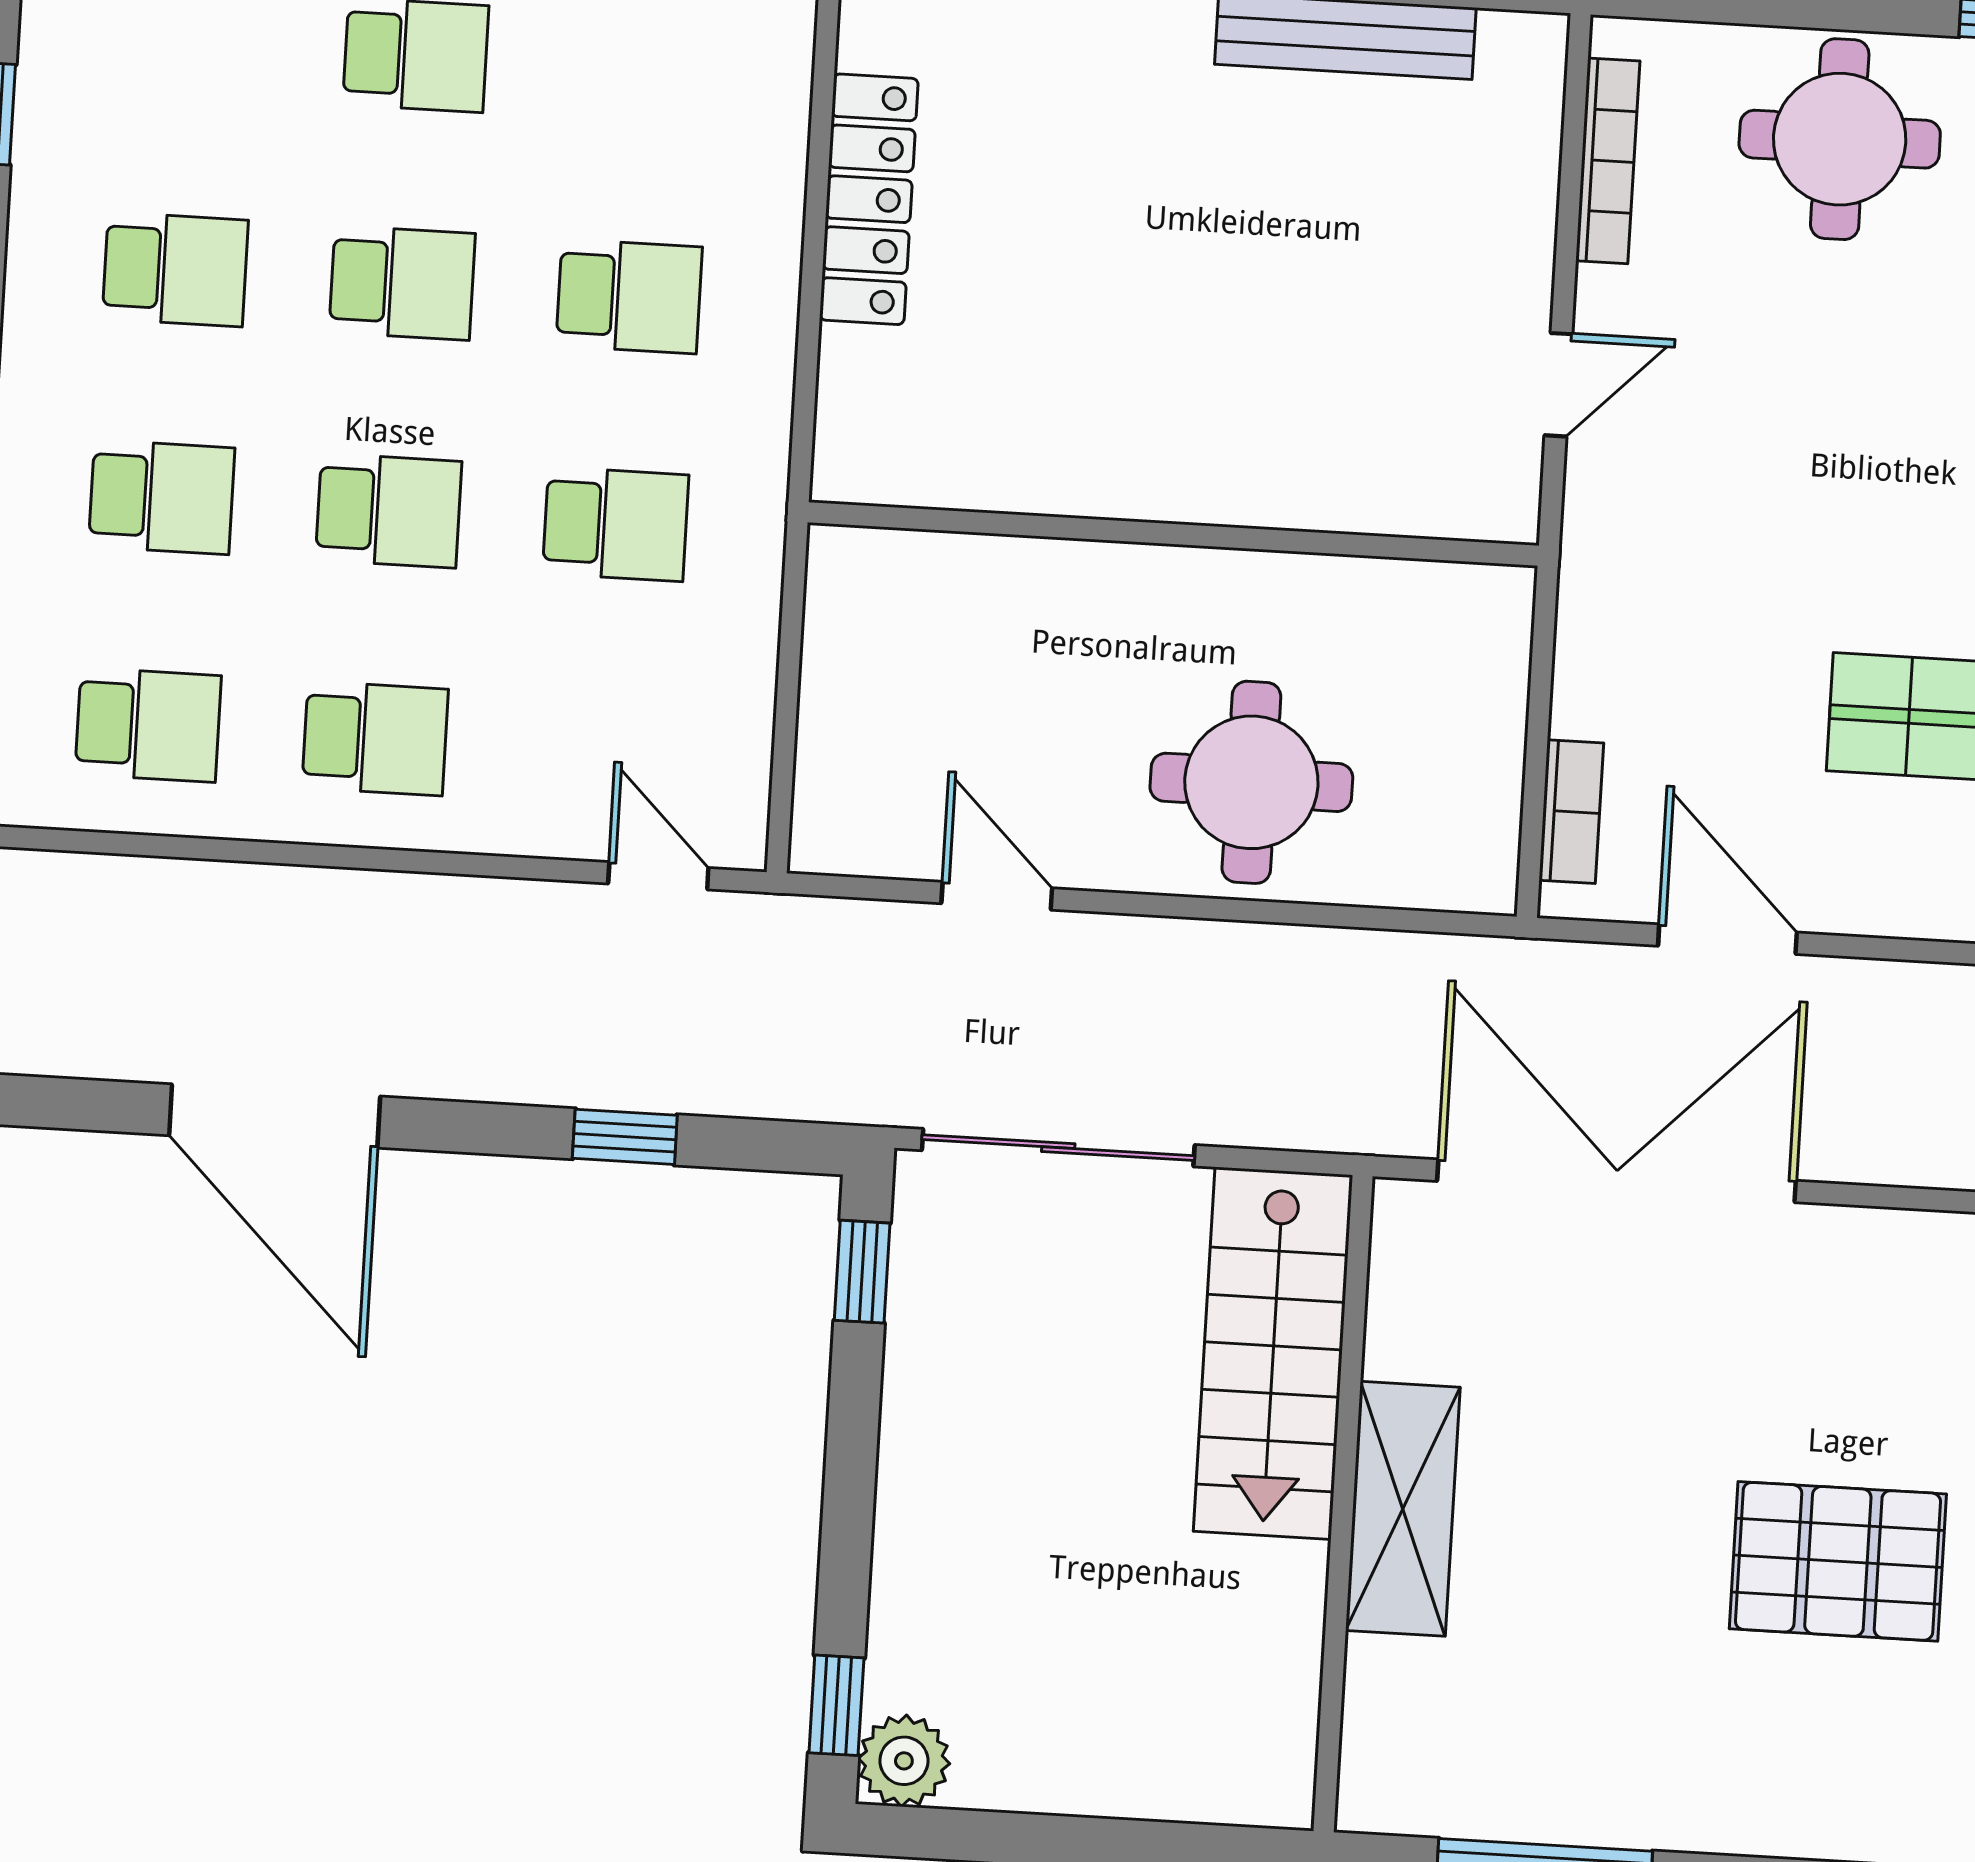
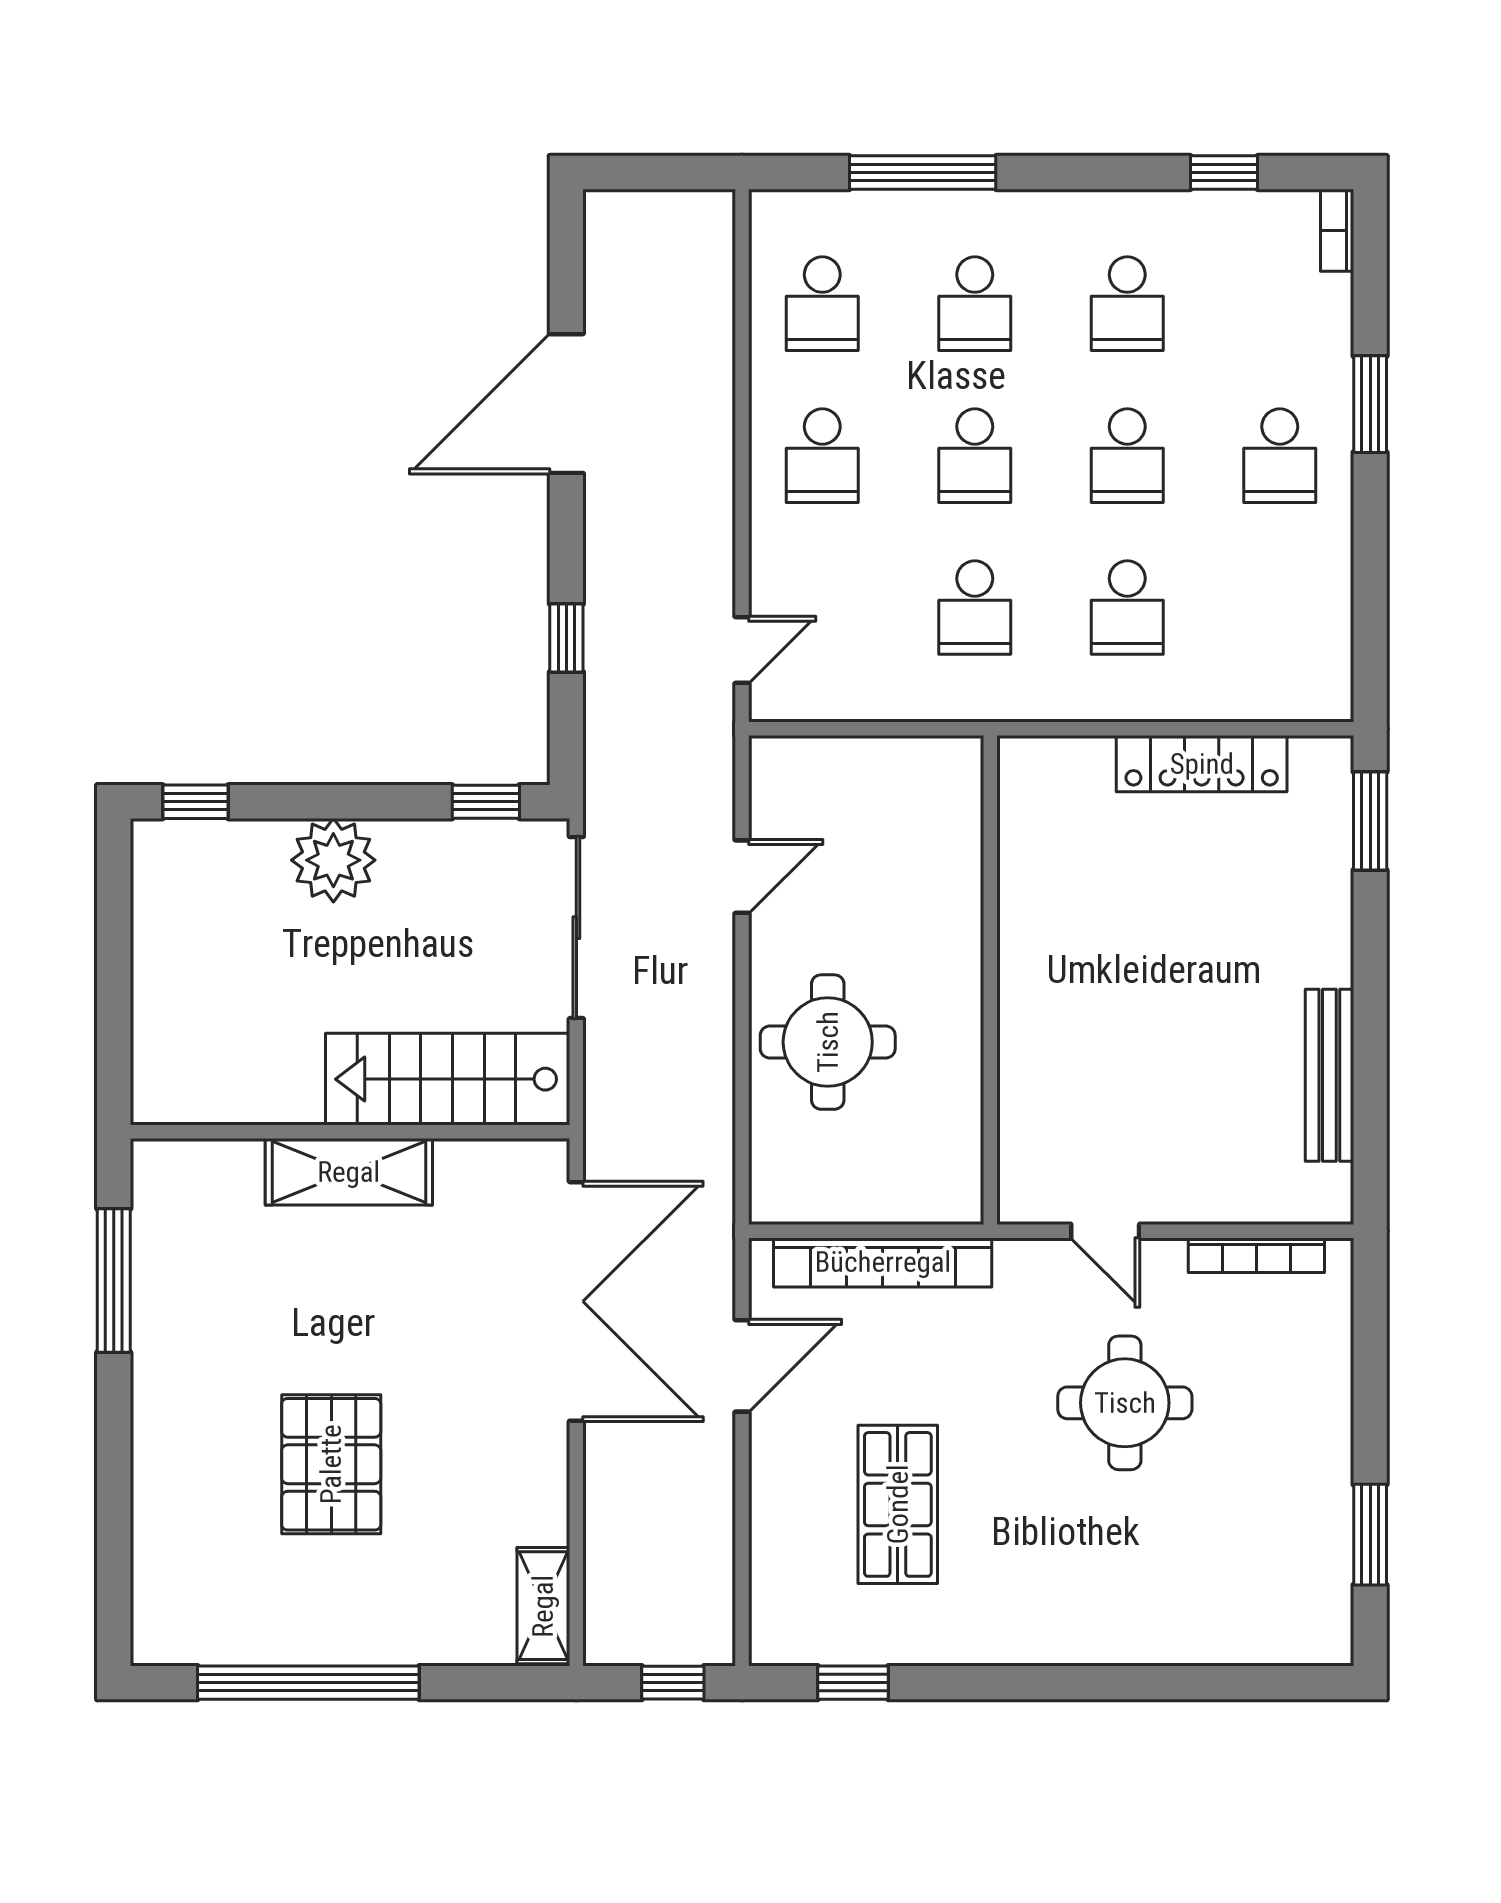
round table: (1840, 139) -> (1125, 1403), moved
bookcase: (1571, 812) -> (883, 1262), width x2.31, depth x1.31
plant: (904, 1761) -> (333, 860), moved, width x1.36, depth x1.36

